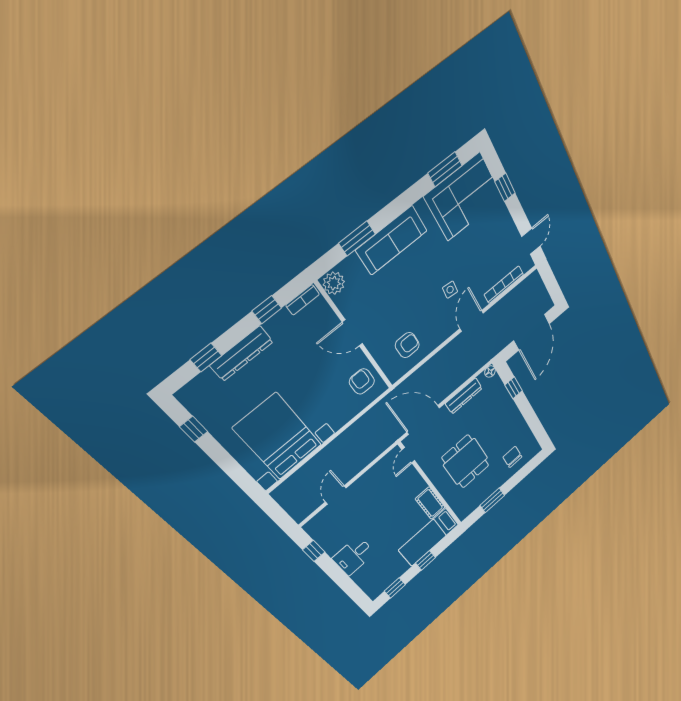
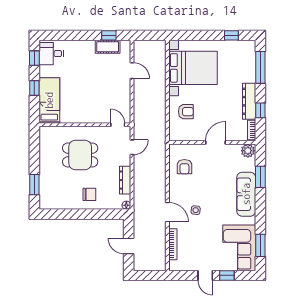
door: (531, 241) -> (205, 275), moved
door: (532, 332) -> (129, 246), width x0.53
dresser: (242, 353) -> (249, 101), moved
window: (206, 357) -> (260, 67), width x2.17
armchair: (362, 381) -> (186, 112), moved
window: (514, 388) -> (102, 214), removed
door: (423, 420) -> (132, 147), width x0.53
chair: (512, 457) -> (89, 194), moved
window: (492, 500) -> (34, 185), moved
cot: (430, 503) -> (108, 47), moved
desk: (354, 556) -> (51, 54), moved, turned -90

